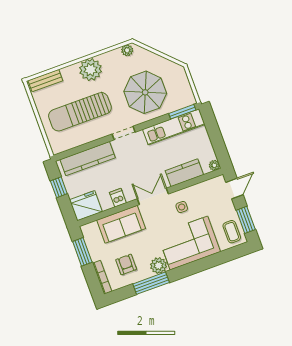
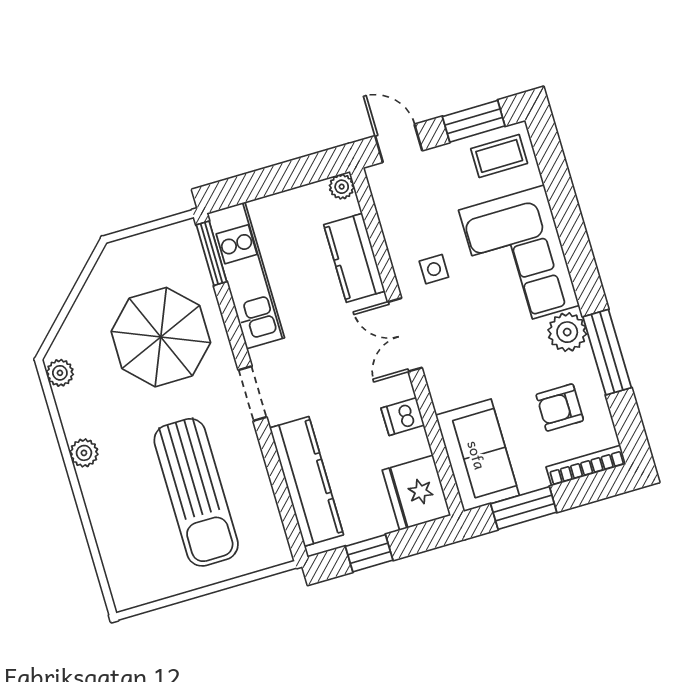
plant: (91, 70) -> (84, 453), width x0.53, depth x0.53
bench: (45, 81) -> (118, 568), removed
sofa: (121, 224) -> (477, 455), moved

